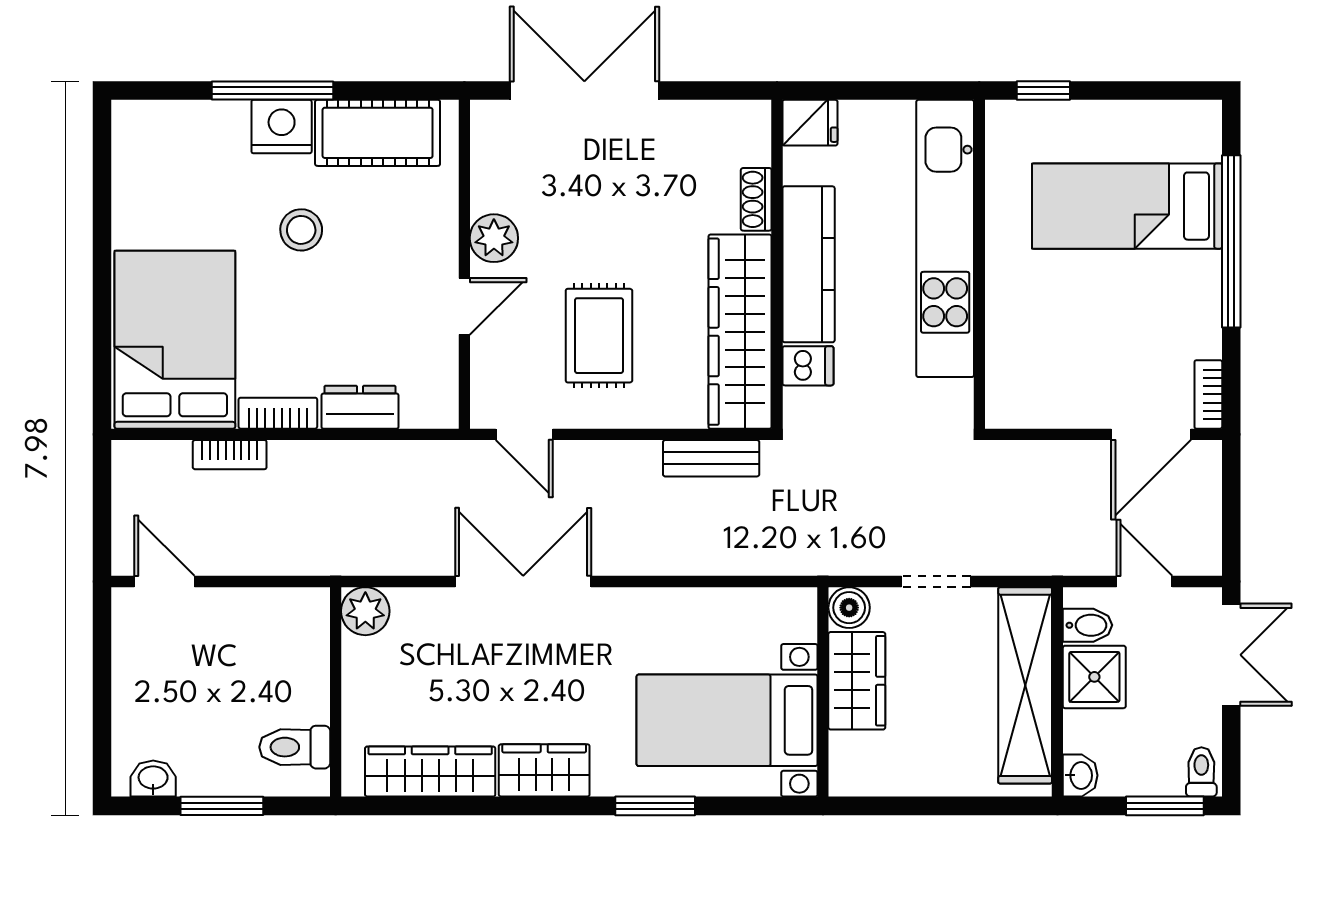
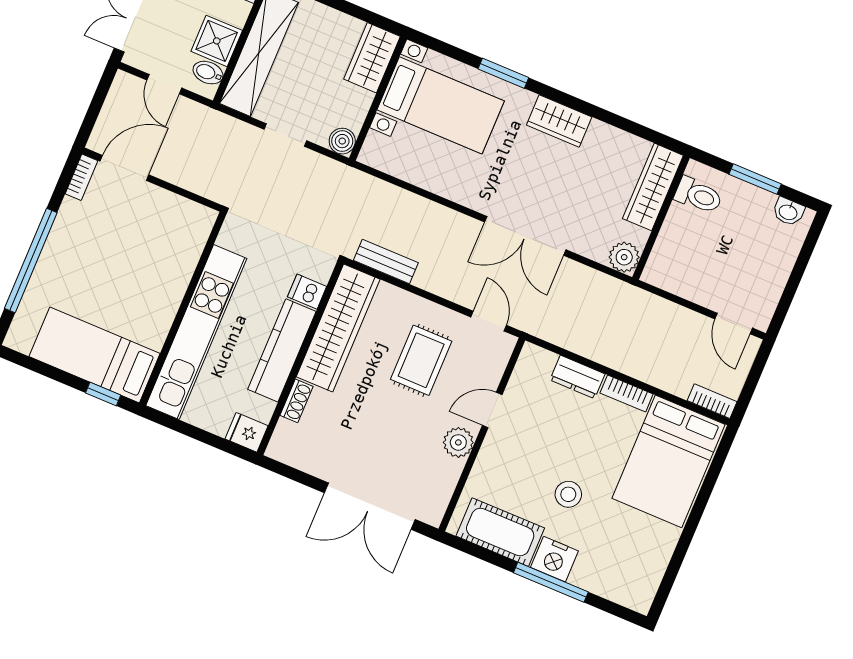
bed: (1127, 206) -> (95, 355), moved, turned 180
bookcase: (230, 455) -> (712, 401), moved
wardrobe: (857, 681) -> (372, 58), moved
wardrobe: (430, 772) -> (653, 187), moved, turned 90

